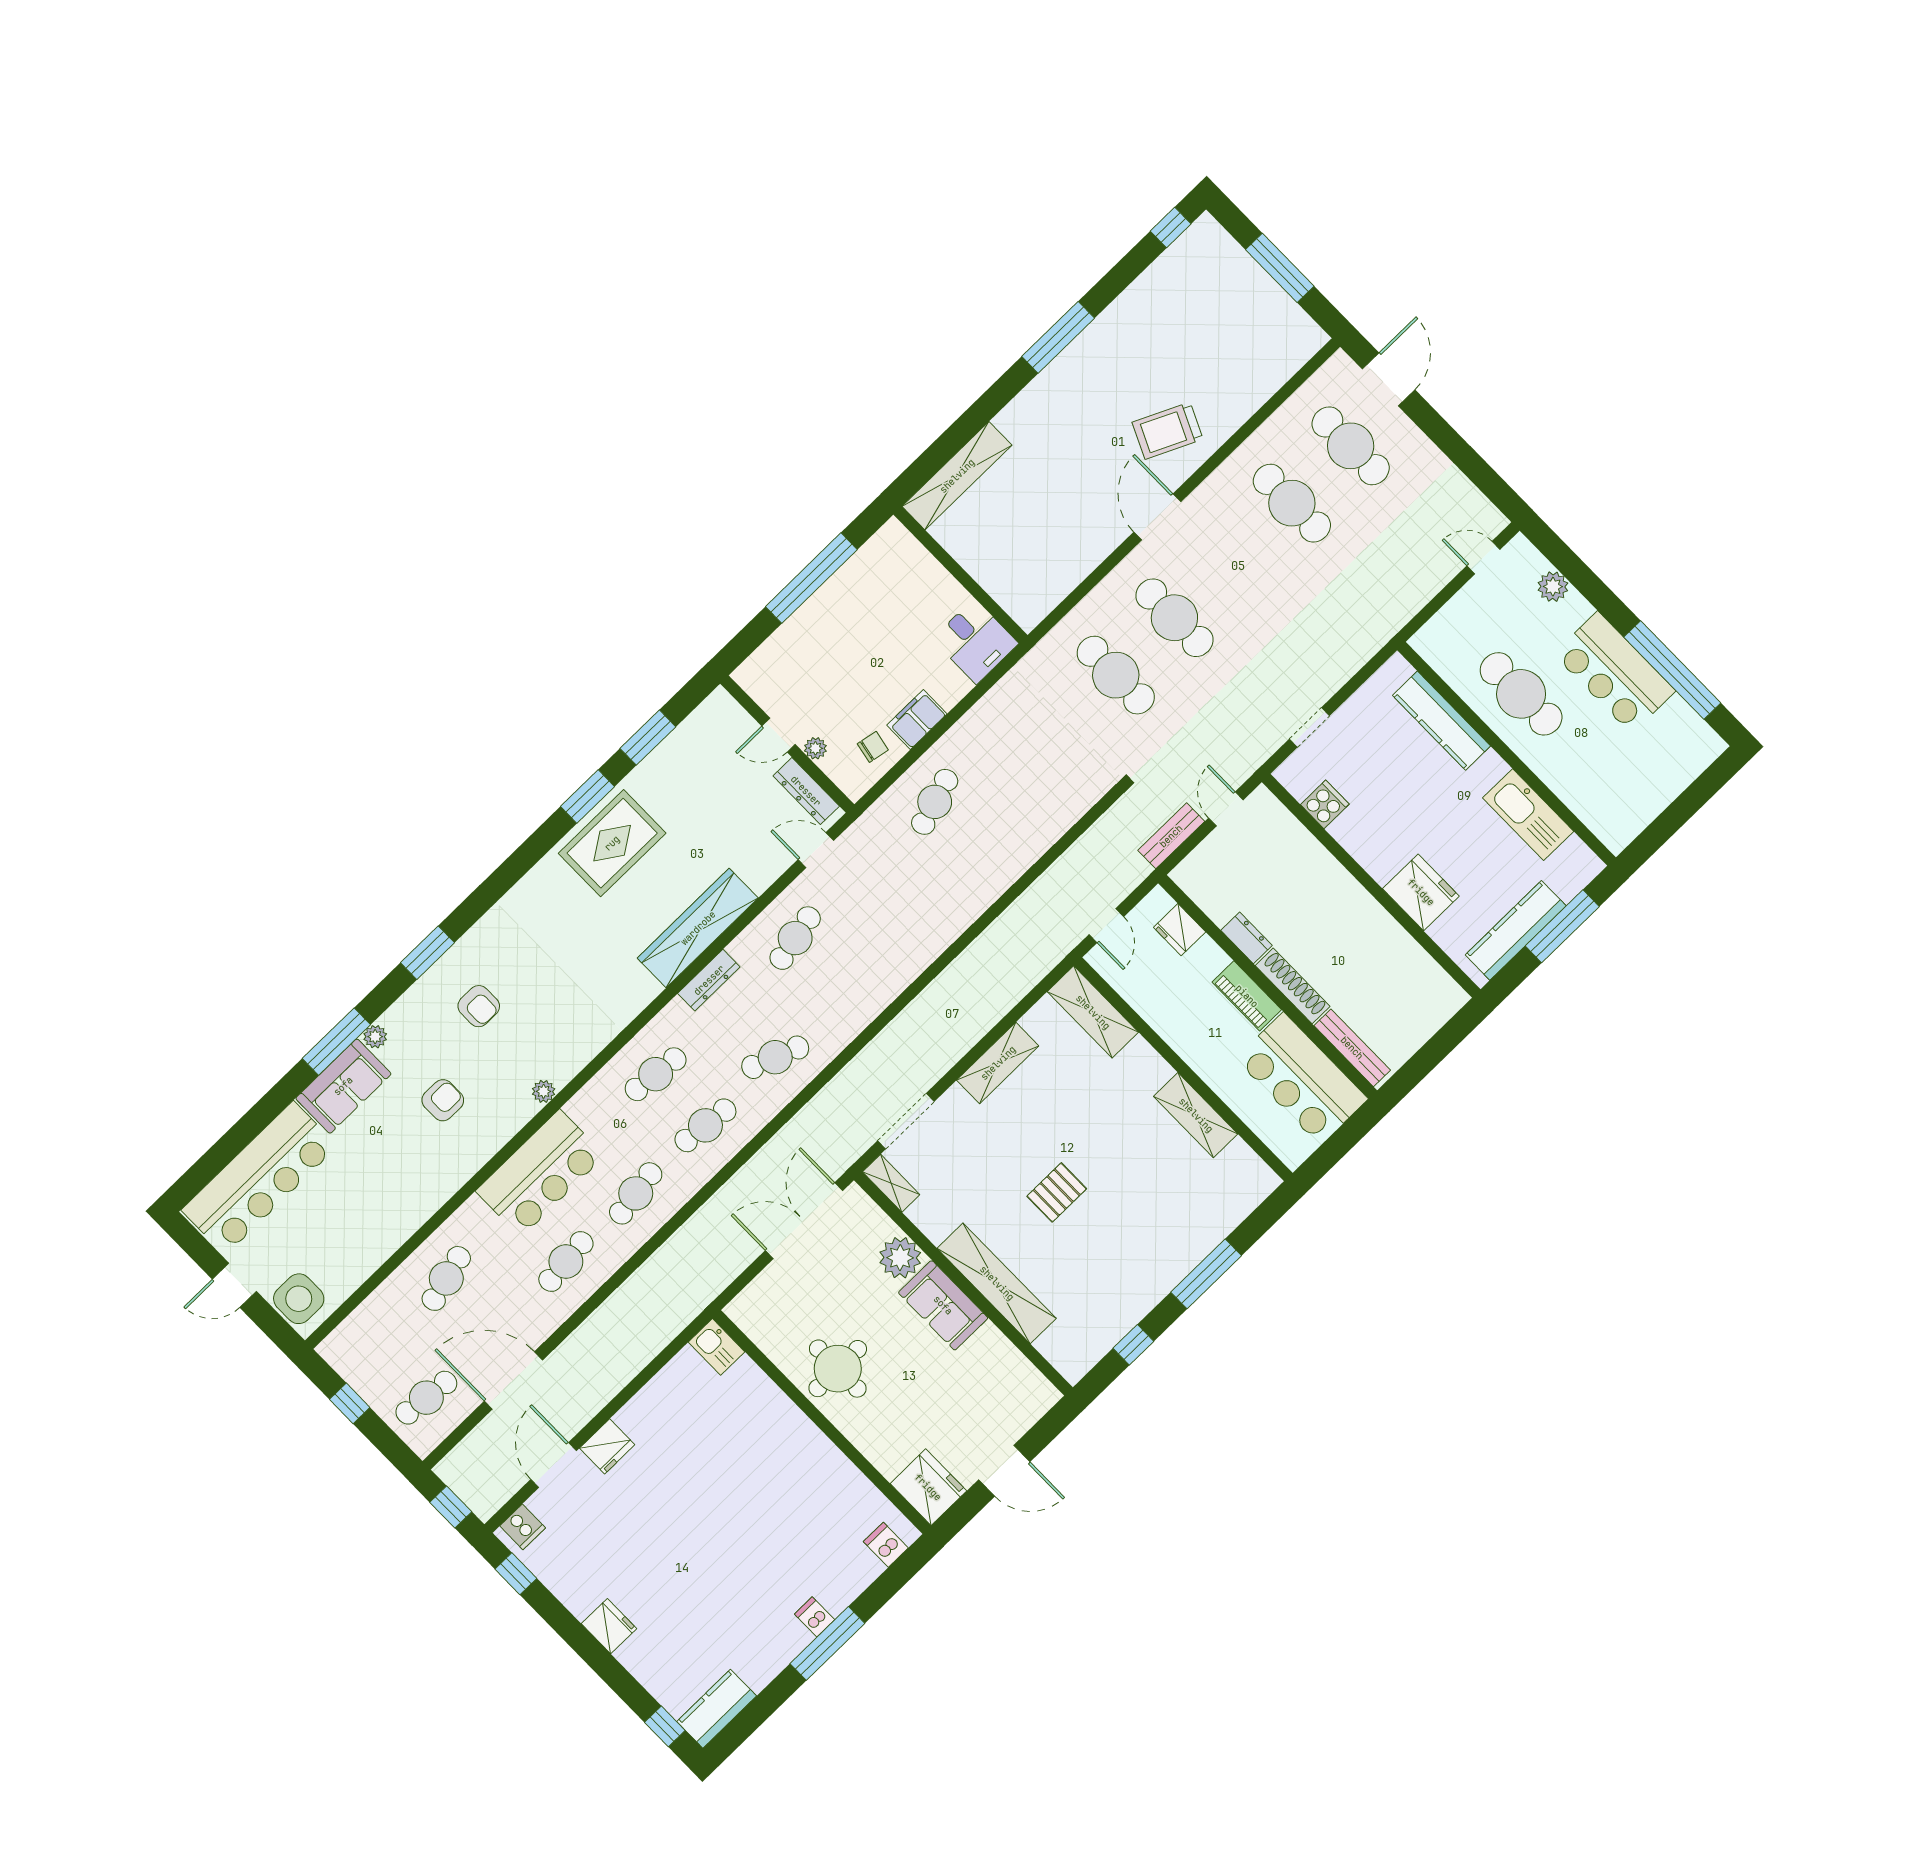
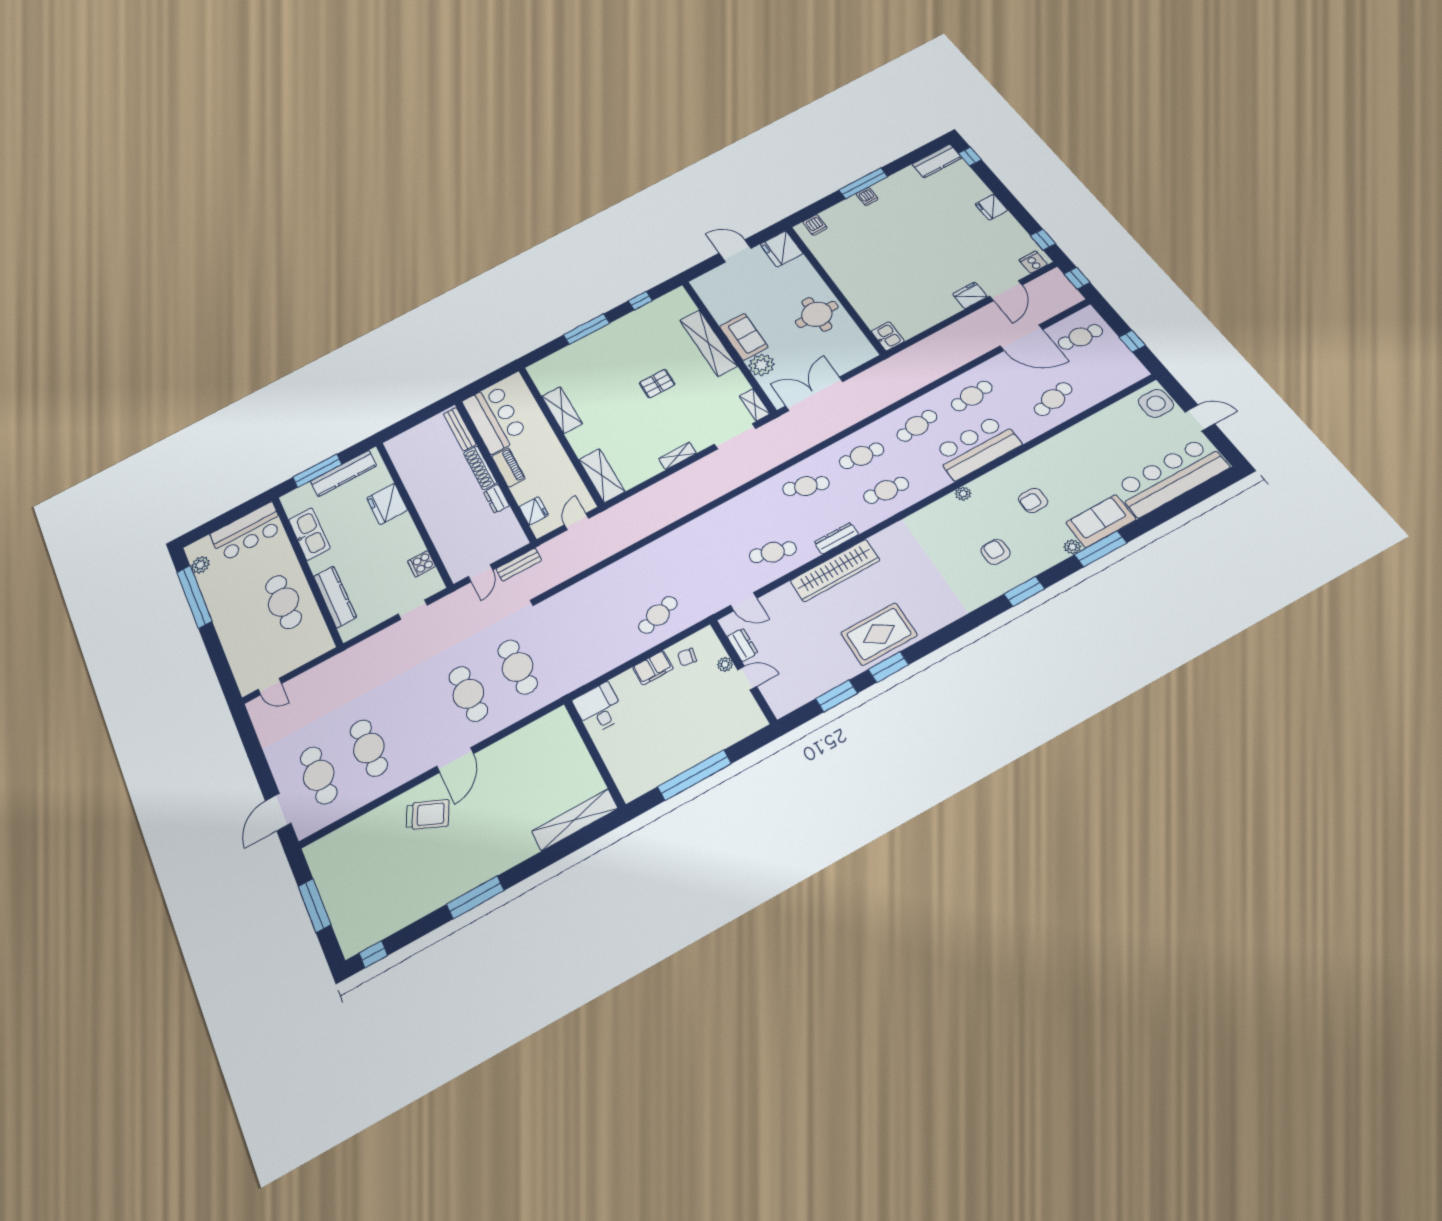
plant: (1553, 587) -> (200, 565), moved
bar counter: (1614, 672) -> (247, 532), moved, turned 90
dresser: (806, 791) -> (743, 645), width x0.70
cafe table: (795, 938) -> (773, 552), turned 30
shelving: (998, 1063) -> (678, 456), width x0.67, depth x0.75
double door: (804, 1221) -> (814, 394), swing flipped

